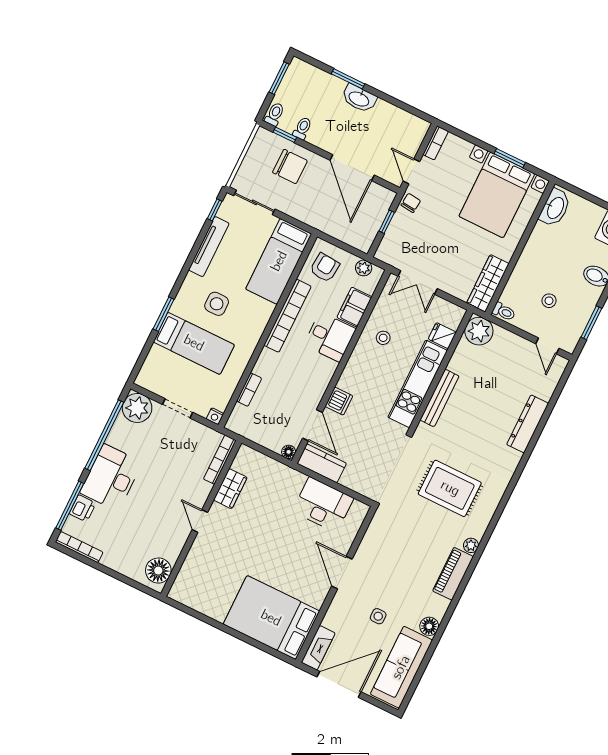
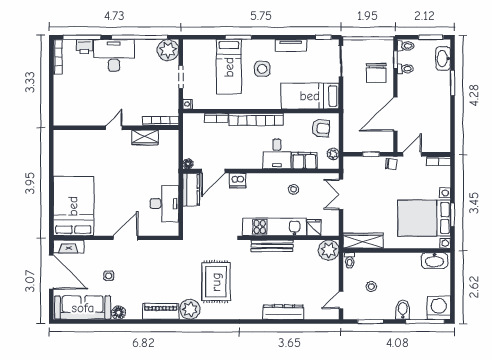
washbasin: (359, 98) -> (443, 58), moved
tv unit: (209, 247) -> (291, 45), width x0.71
bookcase: (288, 316) -> (256, 119), moved
plant: (471, 545) -> (190, 309), width x1.88, depth x1.88
floor lamp: (158, 571) -> (68, 116), removed

